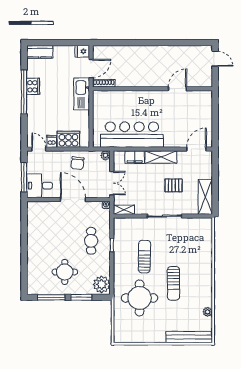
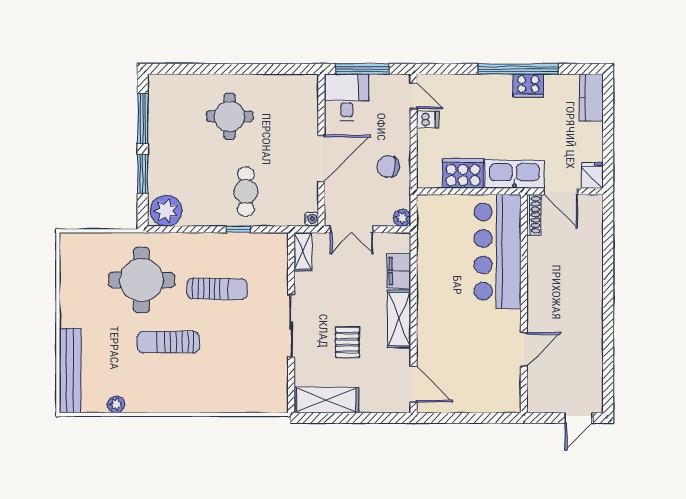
door: (177, 89) -> (524, 349), hinge flipped
bar counter: (132, 135) -> (498, 252), moved, turned 180
cooker: (68, 139) -> (463, 173), moved, turned -90
door: (39, 149) -> (414, 96), hinge flipped
cafe table: (91, 241) -> (246, 191), turned 90
round table: (65, 272) -> (230, 116), moved

